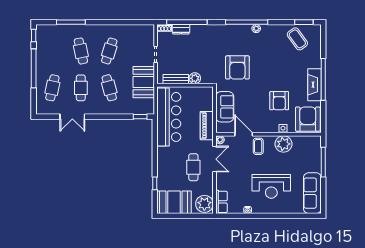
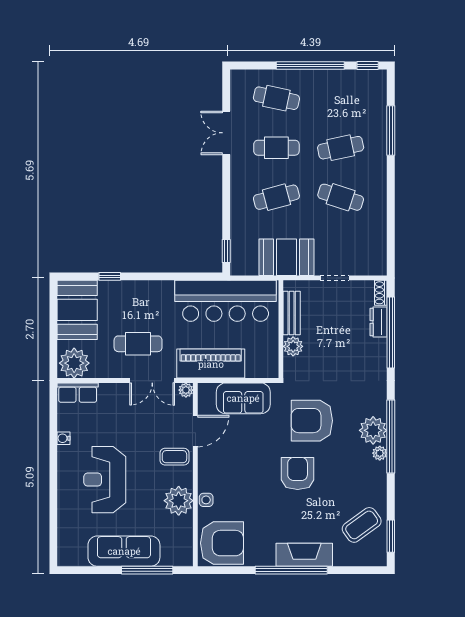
plant: (243, 32) -> (373, 430), added
fireplace: (314, 85) -> (304, 555), moved
armchair: (279, 101) -> (298, 474), moved, turned 90
piano: (207, 126) -> (211, 364), width x1.37, depth x1.33
sofa: (312, 193) -> (124, 551), moved

